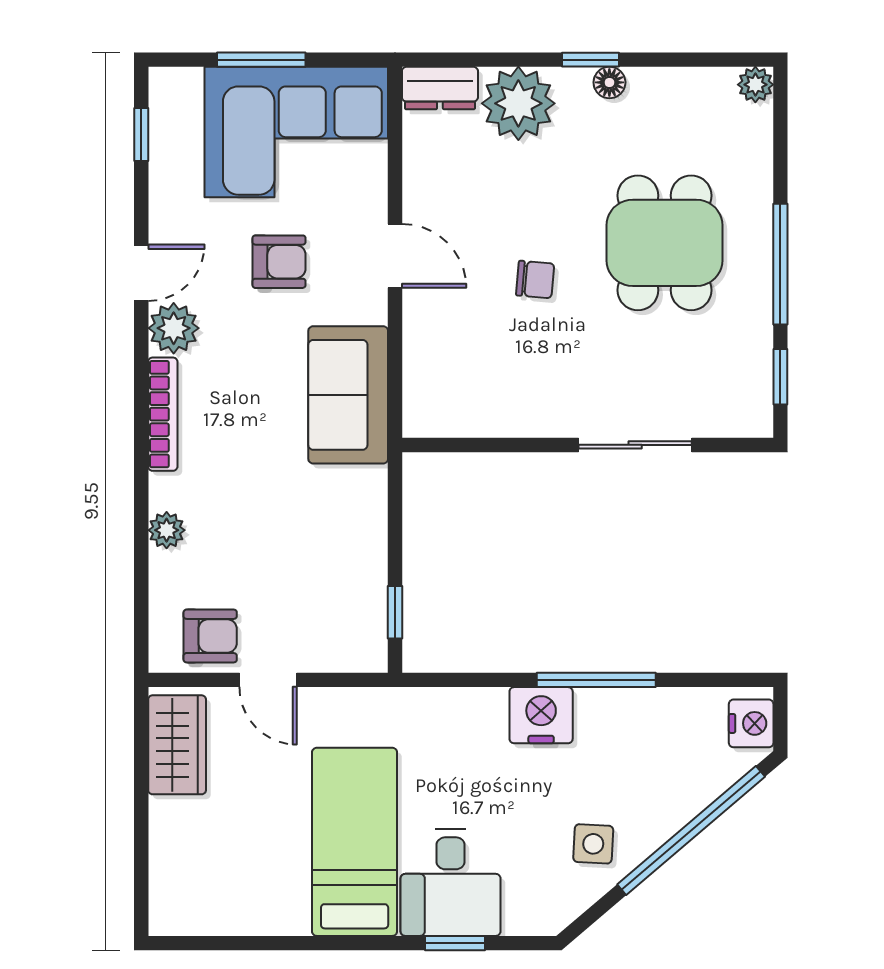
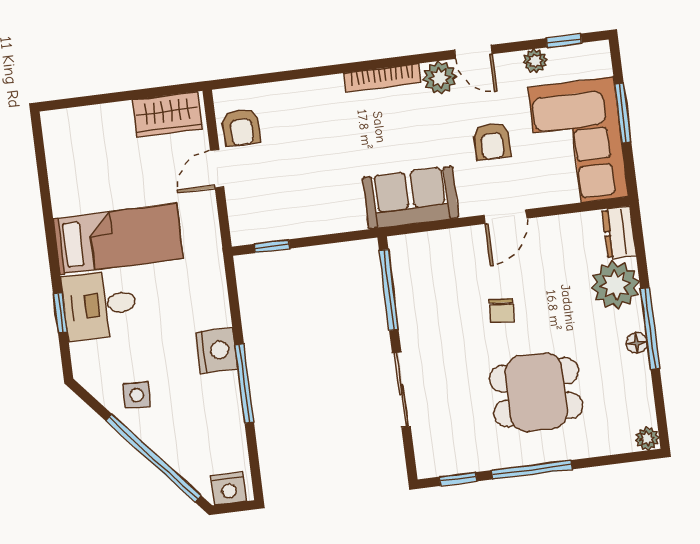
window: (591, 60) -> (650, 329), width x2.17
window: (483, 445) -> (389, 290), added
plant: (167, 530) -> (535, 61), moved

